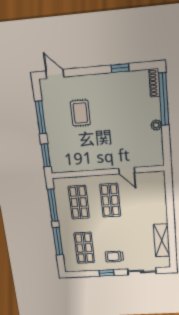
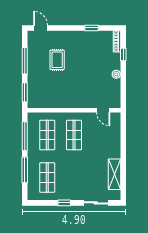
window: (164, 99) -> (123, 55), width x0.32
door: (127, 171) -> (103, 110), moved
trolley: (114, 256) -> (73, 187), removed

